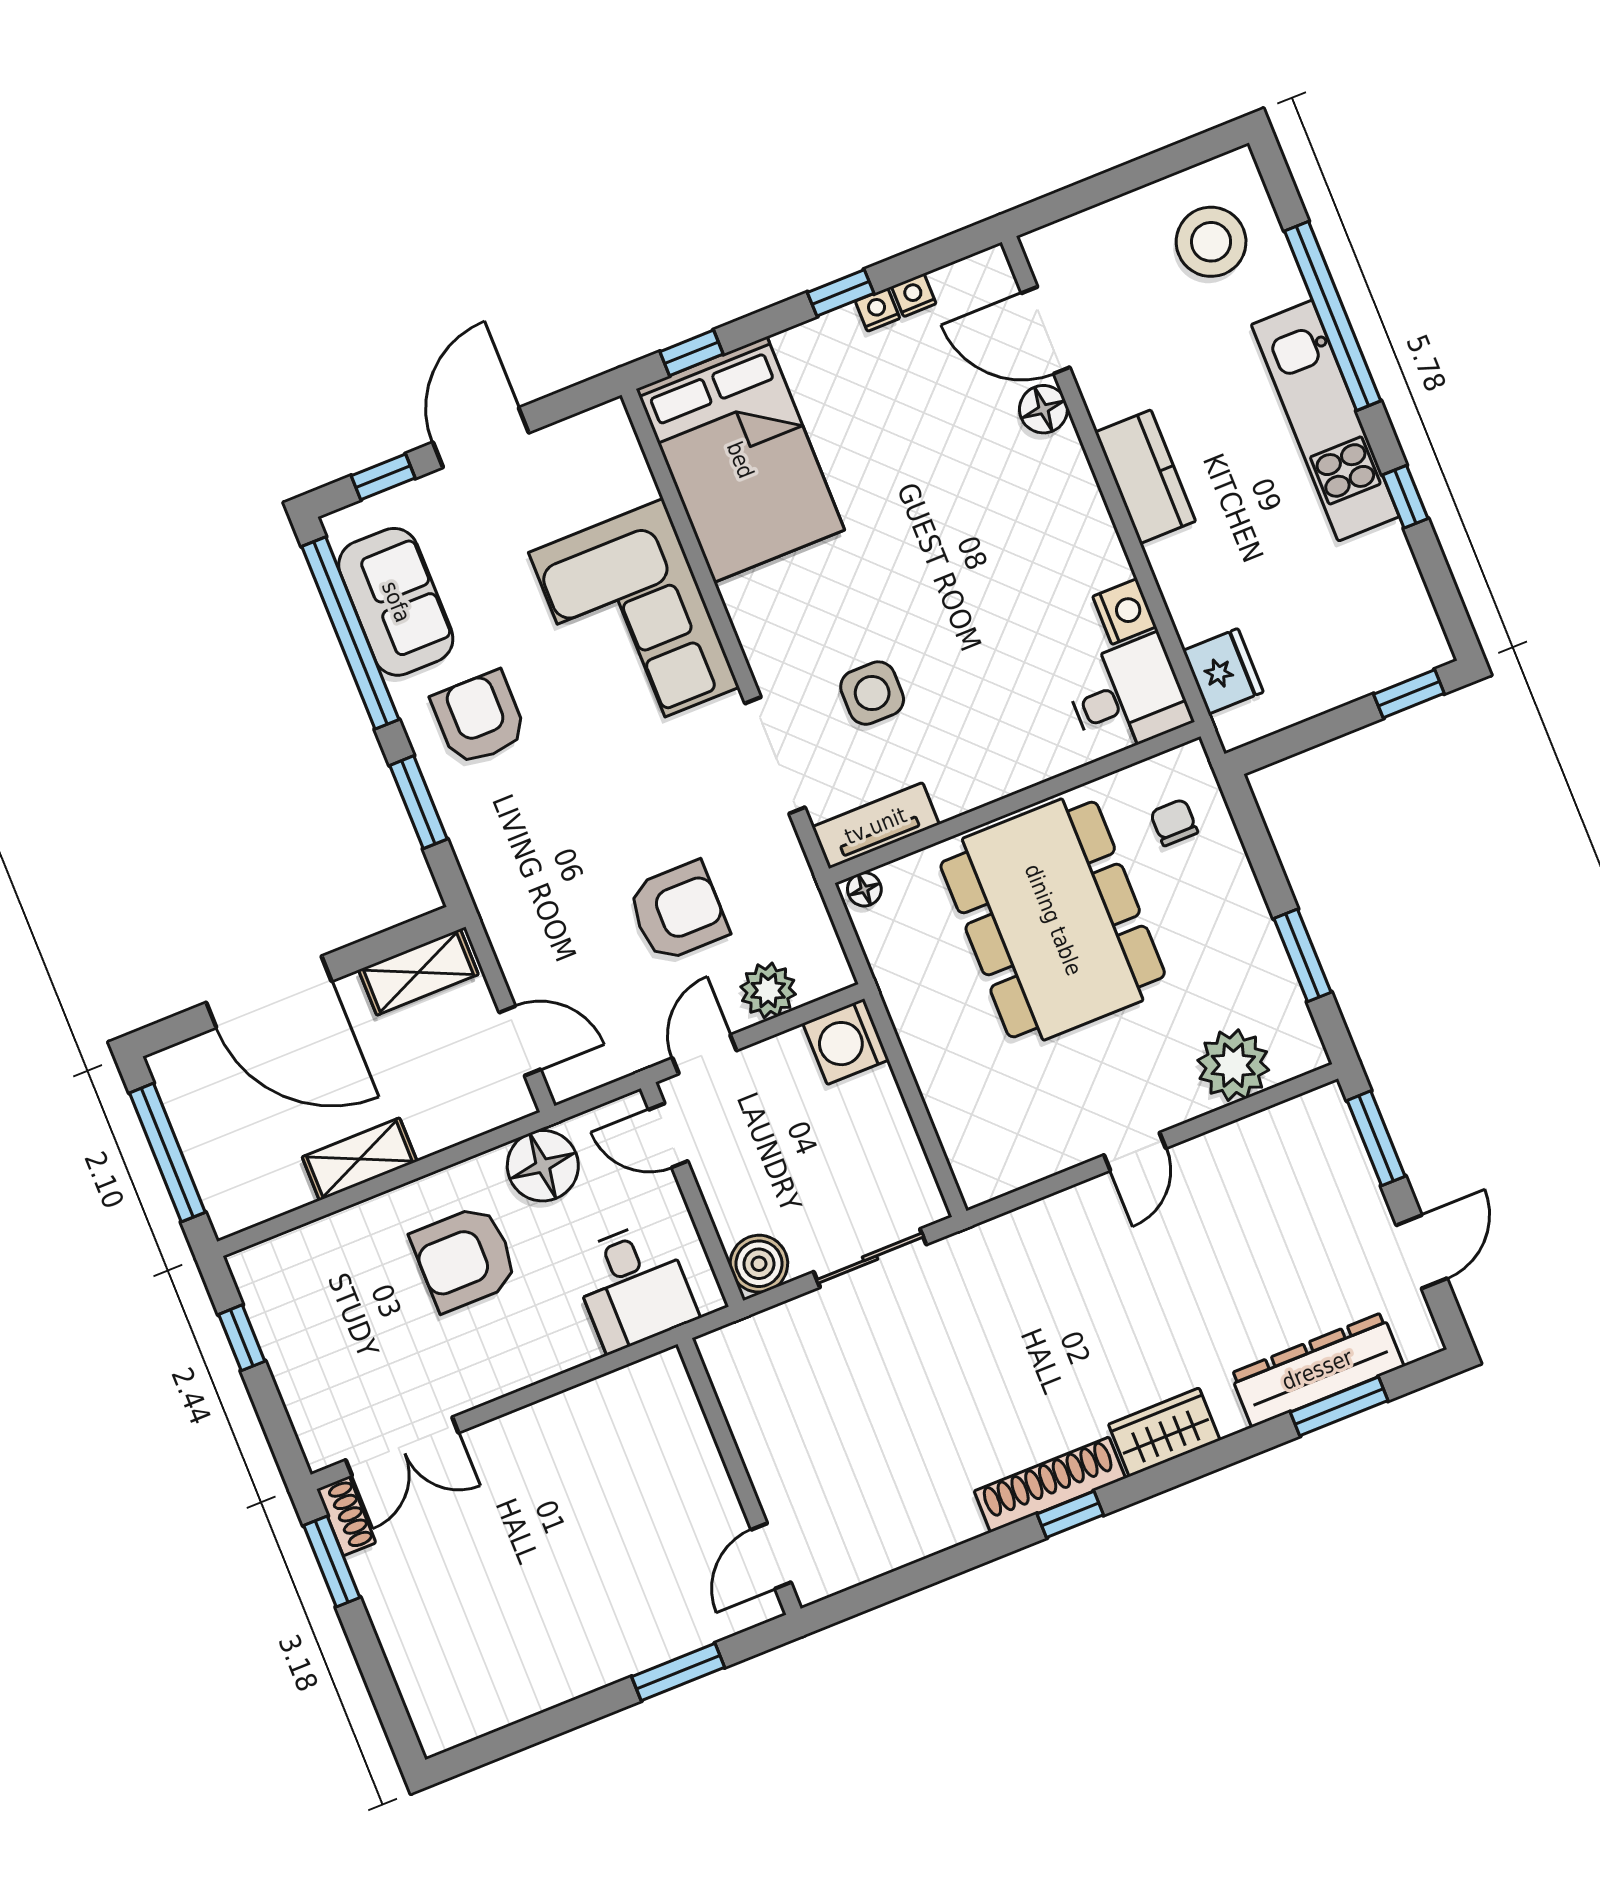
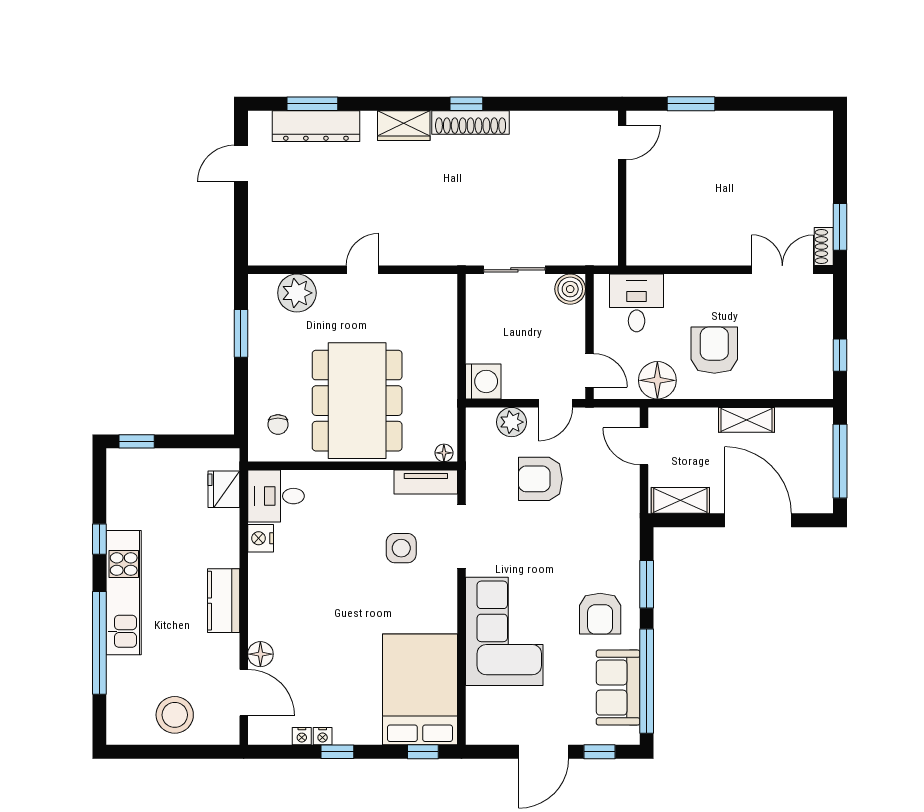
stool: (1211, 242) -> (175, 715), moved
window: (1376, 1138) -> (241, 229), removed
armchair: (465, 1258) -> (714, 350), turned -90

